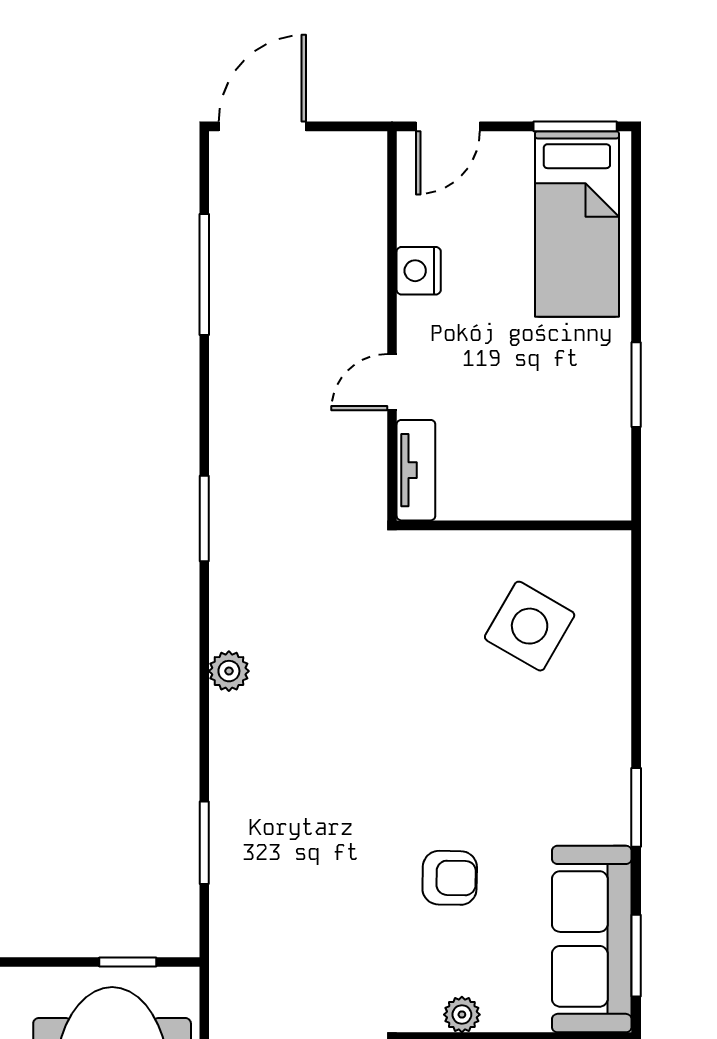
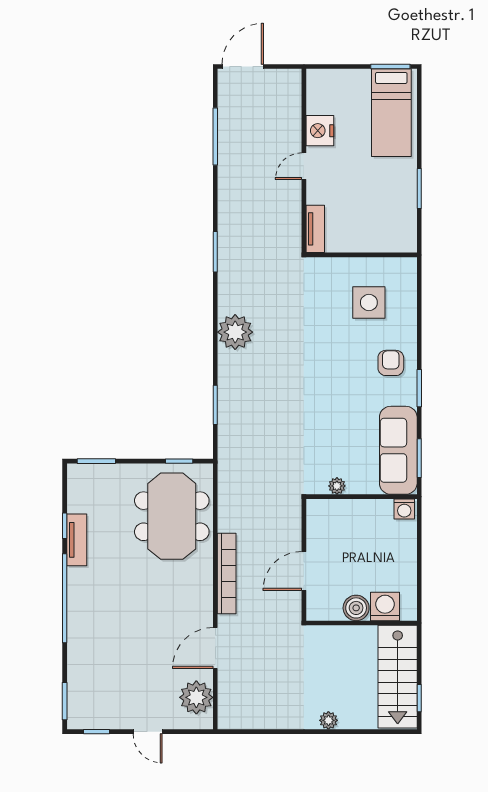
door: (448, 126) -> (330, 67), removed
nightstand: (419, 271) -> (320, 131), width x1.36, depth x1.33
door: (392, 382) -> (304, 166), moved
side table: (530, 626) -> (369, 302), turned -30
plant: (229, 671) -> (235, 332), width x1.88, depth x1.88
armchair: (450, 878) -> (391, 363), moved, turned -91

